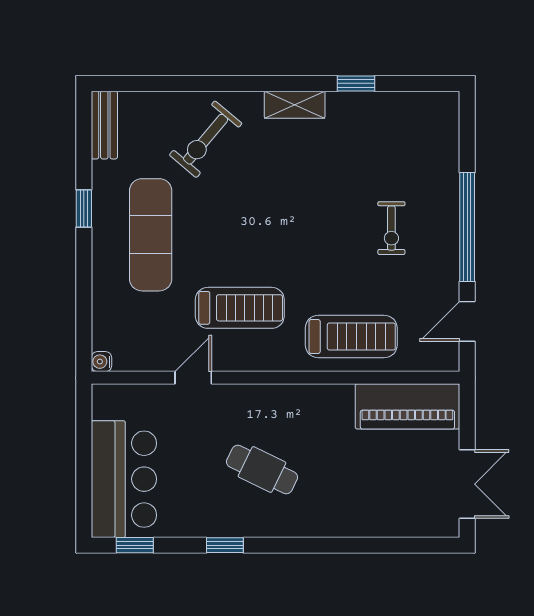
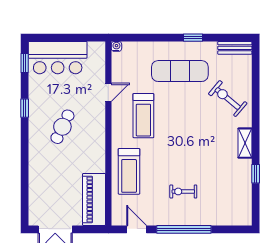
door: (193, 378) -> (108, 92), hinge flipped

